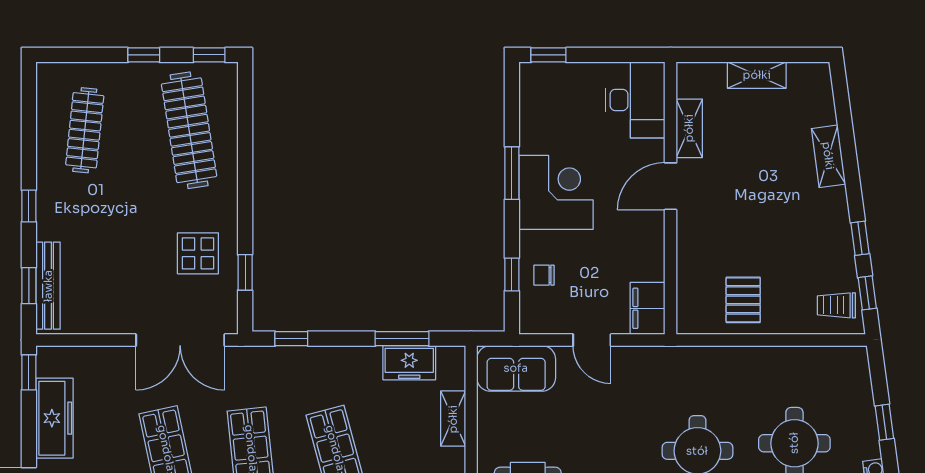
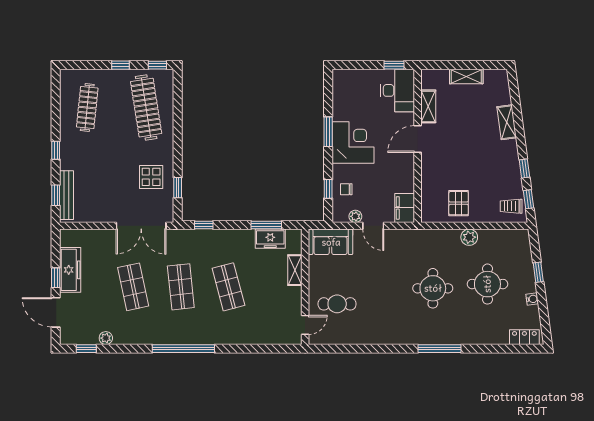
window: (548, 55) -> (394, 65), moved
plant: (560, 323) -> (355, 216), added
plant: (762, 360) -> (469, 237), added
window: (29, 372) -> (56, 278), moved

